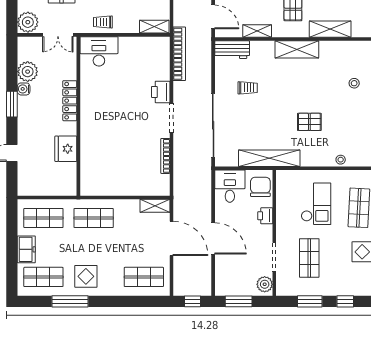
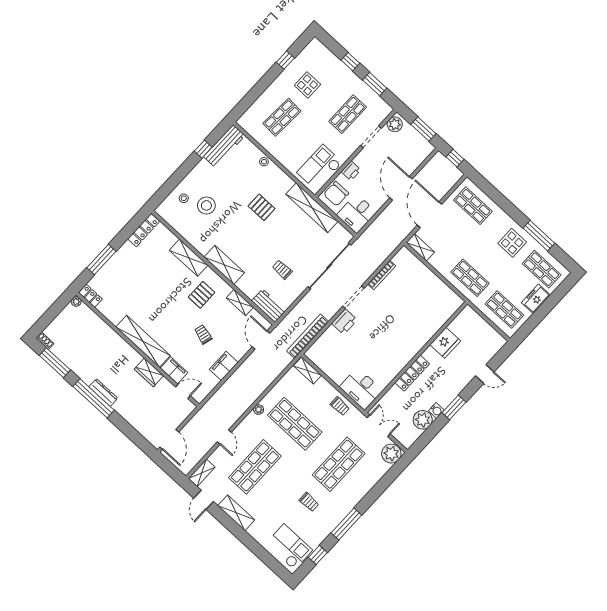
stool: (354, 83) -> (206, 205), width x1.89, depth x1.89
checkout: (316, 204) -> (320, 167), moved

